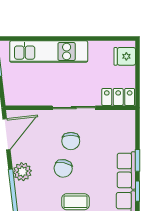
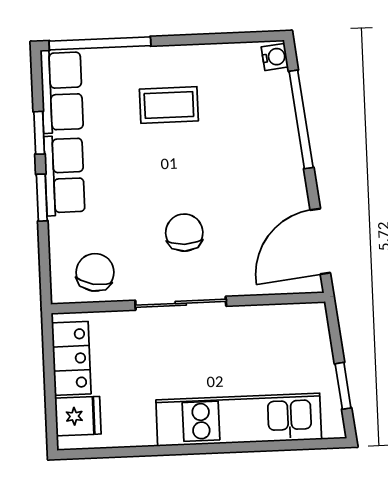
locker: (118, 97) -> (71, 358), moved, turned -90
chair: (63, 168) -> (95, 272), moved
plant: (22, 172) -> (284, 164), removed

